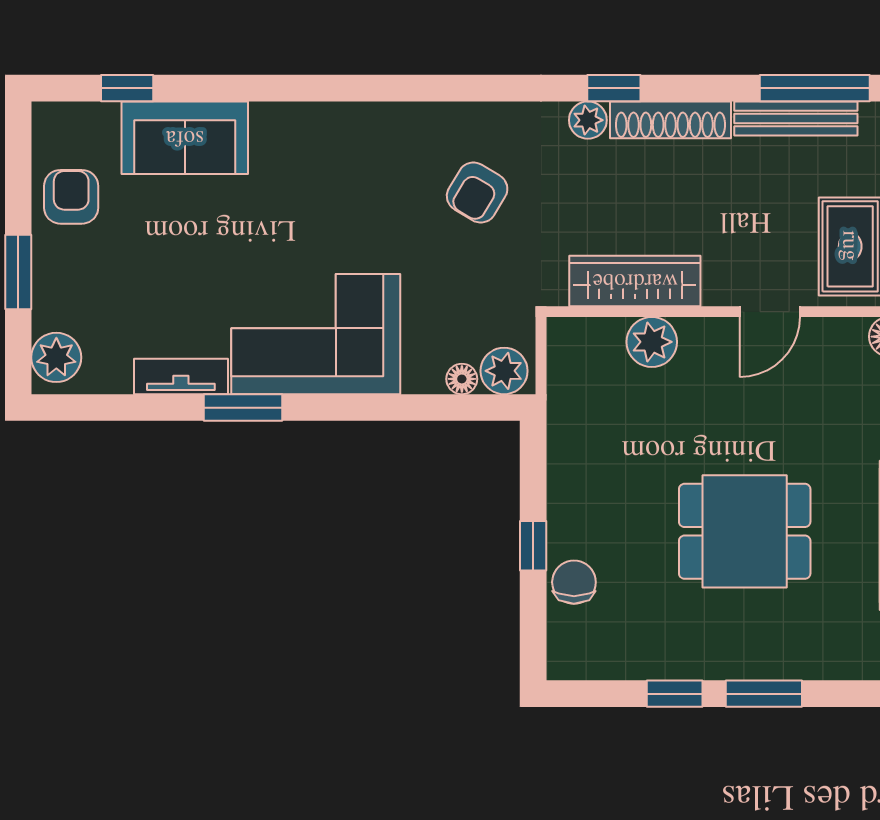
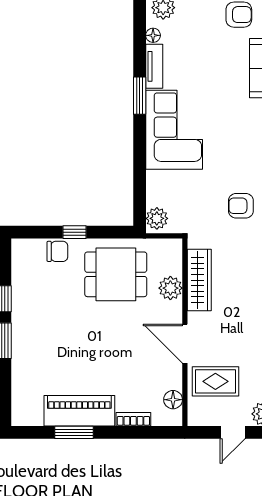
armchair: (477, 193) -> (241, 206), turned -31
door: (770, 312) -> (185, 344), width x1.38
floor lamp: (462, 379) -> (153, 35), moved
dining table: (745, 531) -> (116, 274), moved, turned 90

